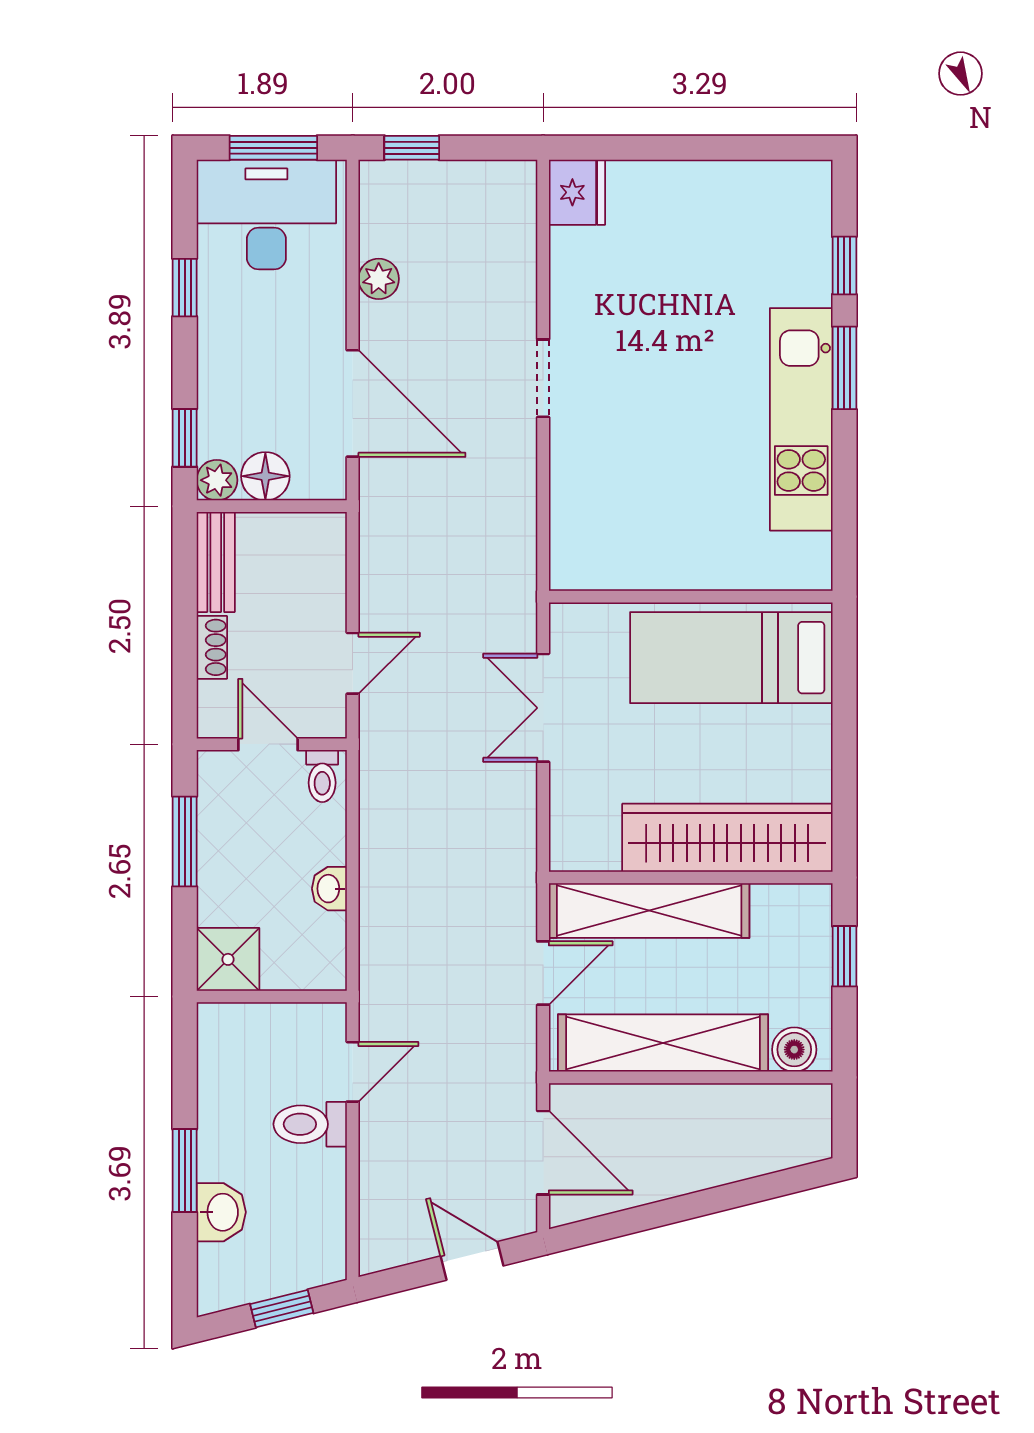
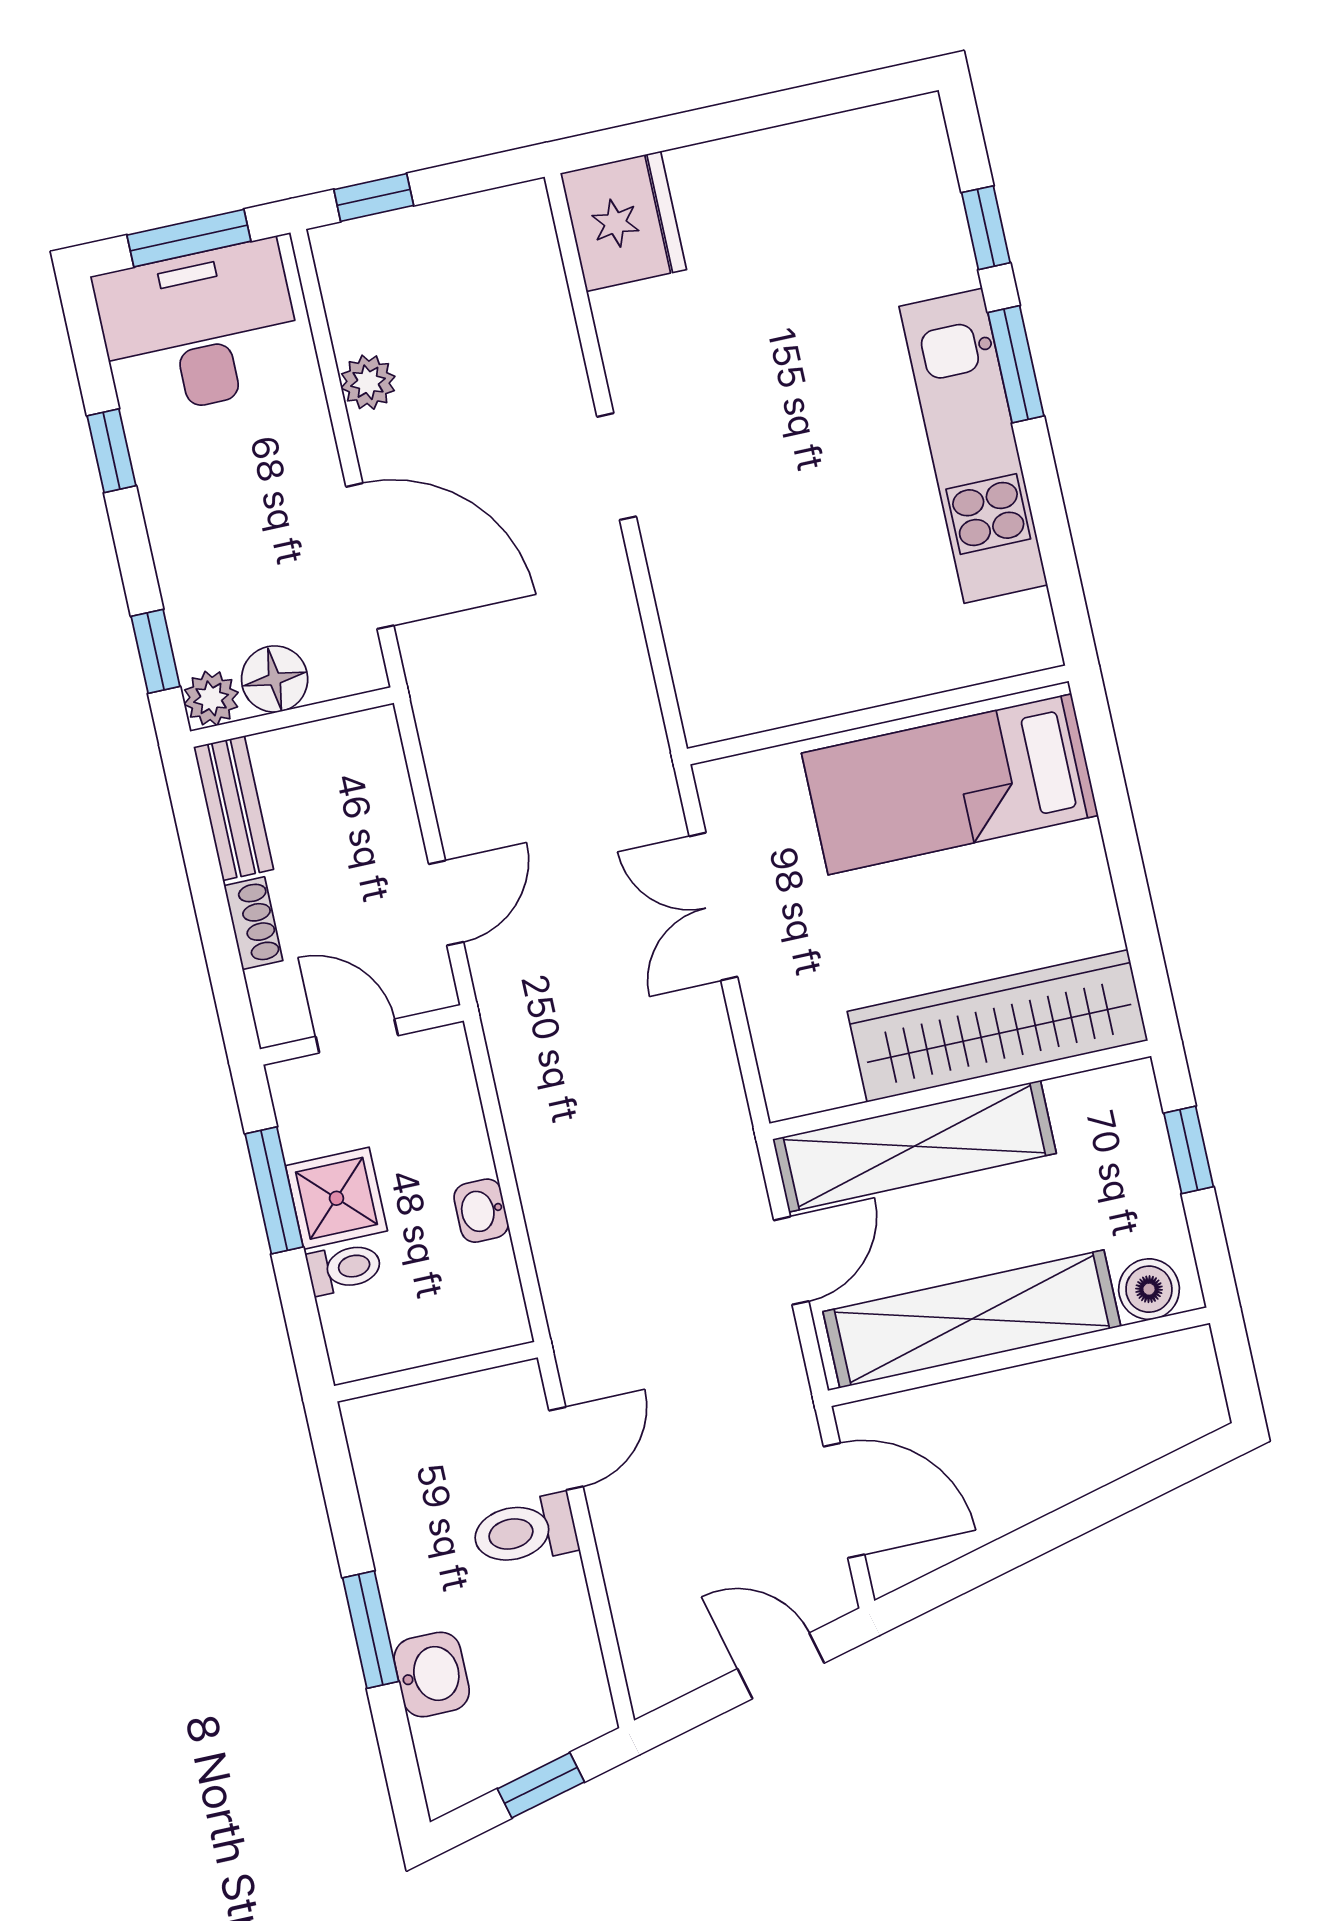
fridge: (577, 192) -> (623, 221), width x1.36, depth x1.34
toilet: (322, 776) -> (344, 1268), moved, turned -90
shower: (228, 959) -> (336, 1198), moved

